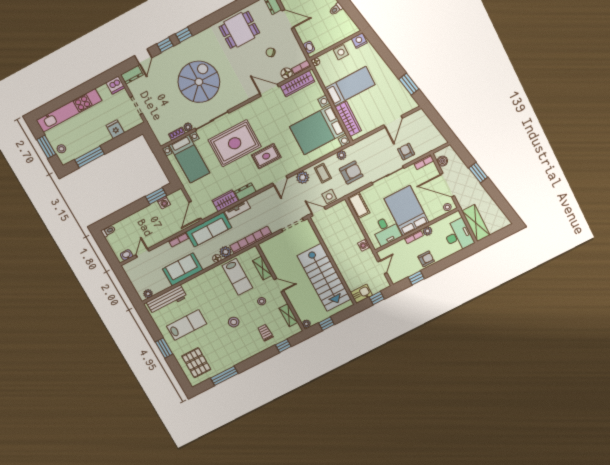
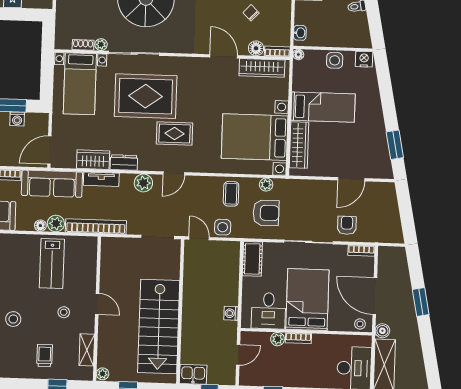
boiler: (442, 161) -> (382, 331), moved
plant: (303, 177) -> (143, 183), moved
plant: (427, 231) -> (278, 339), moved
armchair: (426, 259) -> (298, 375), removed
shelving: (262, 268) -> (89, 270), removed

